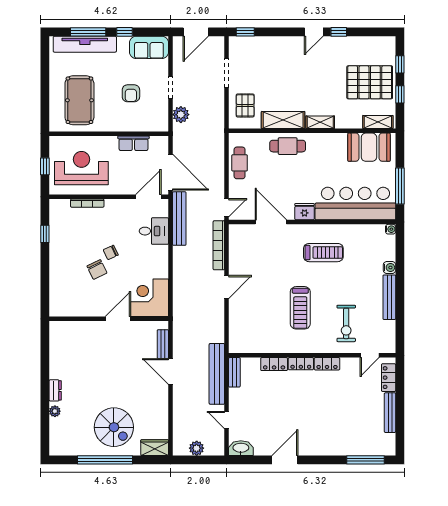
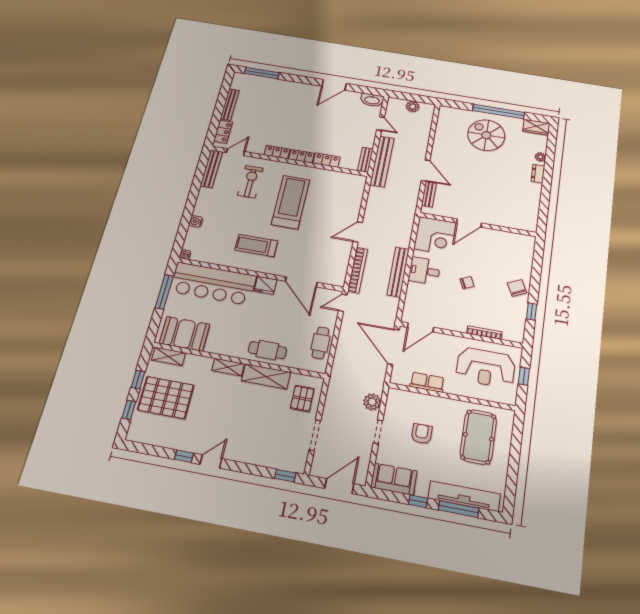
bench: (179, 219) -> (398, 272), moved
desk: (154, 231) -> (424, 271), moved
chair: (97, 270) -> (517, 288), moved
bench: (389, 297) -> (211, 169), moved
treadmill: (300, 308) -> (291, 202), width x1.37, depth x1.38
wardrobe: (155, 448) -> (536, 127), moved

